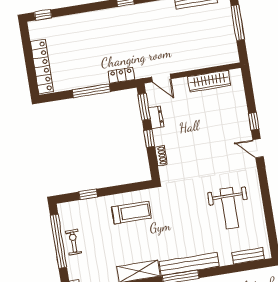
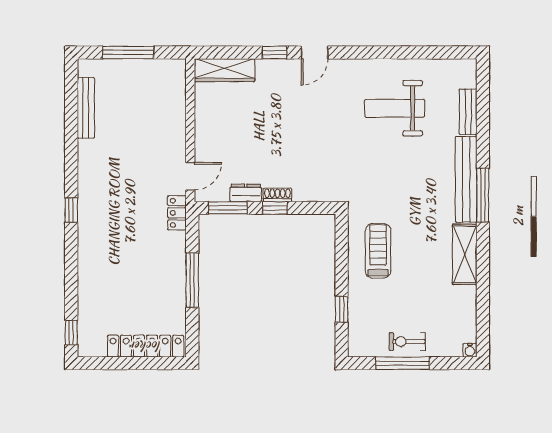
locker: (121, 75) -> (177, 213), moved
wardrobe: (209, 81) -> (224, 70), moved, turned 90
shoe rack: (161, 156) -> (277, 195), moved
weight bench: (229, 208) -> (395, 108), turned 180
window: (58, 241) -> (402, 363), width x0.68
bench: (248, 256) -> (468, 112), moved

